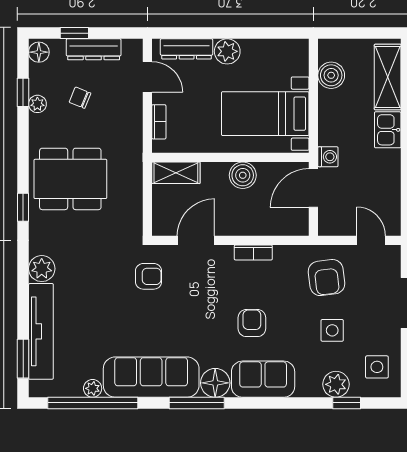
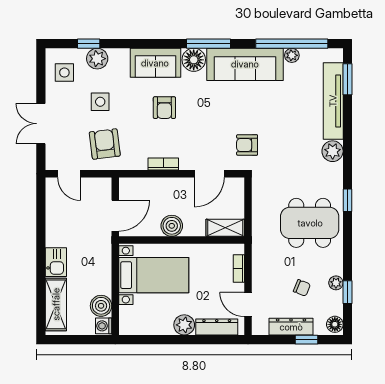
washing machine: (328, 157) -> (104, 326), moved

